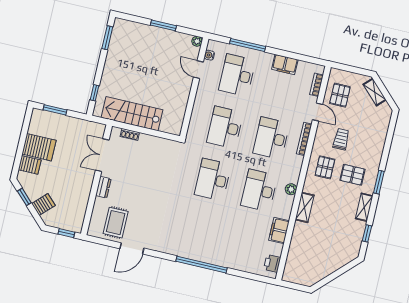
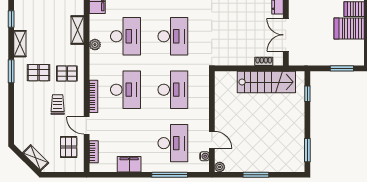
trolley: (341, 139) -> (58, 104), turned 180
double door: (102, 155) -> (286, 35), swing flipped
pallet: (325, 167) -> (67, 74), turned 90

